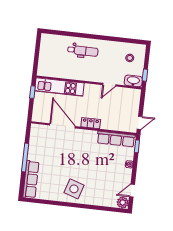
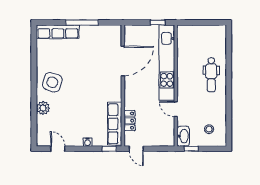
kitchen unit: (59, 87) -> (167, 63), width x1.36
locker: (91, 123) -> (130, 121), moved
plant: (123, 203) -> (43, 108), moved

